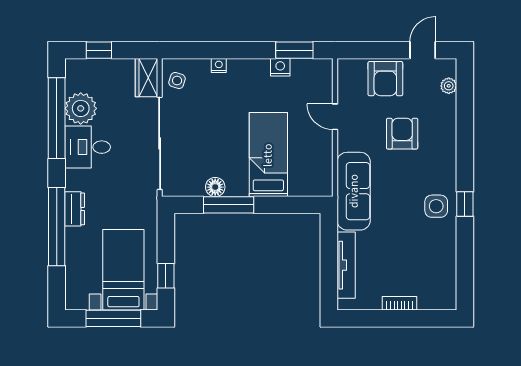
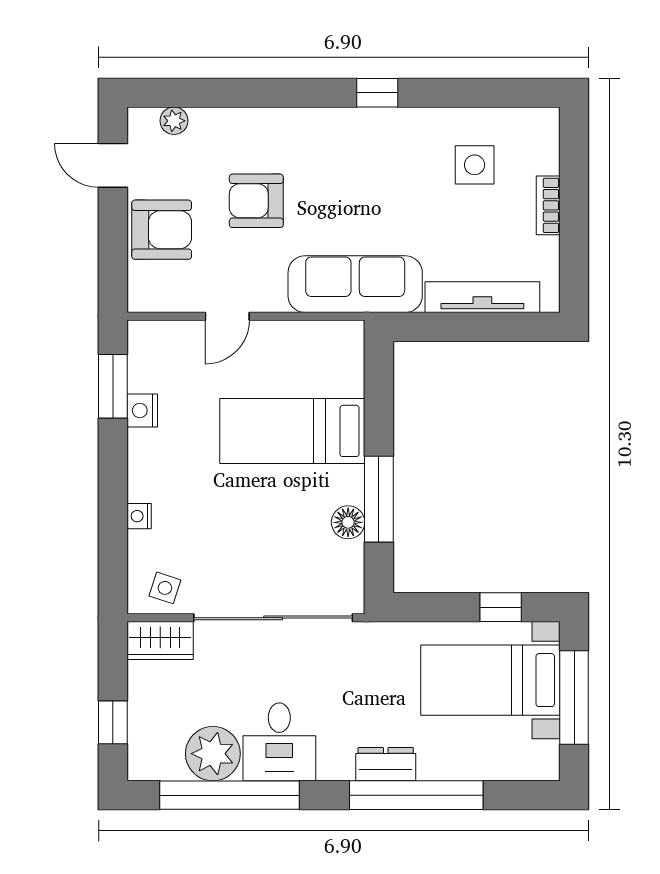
side table: (436, 206) -> (475, 165), moved

